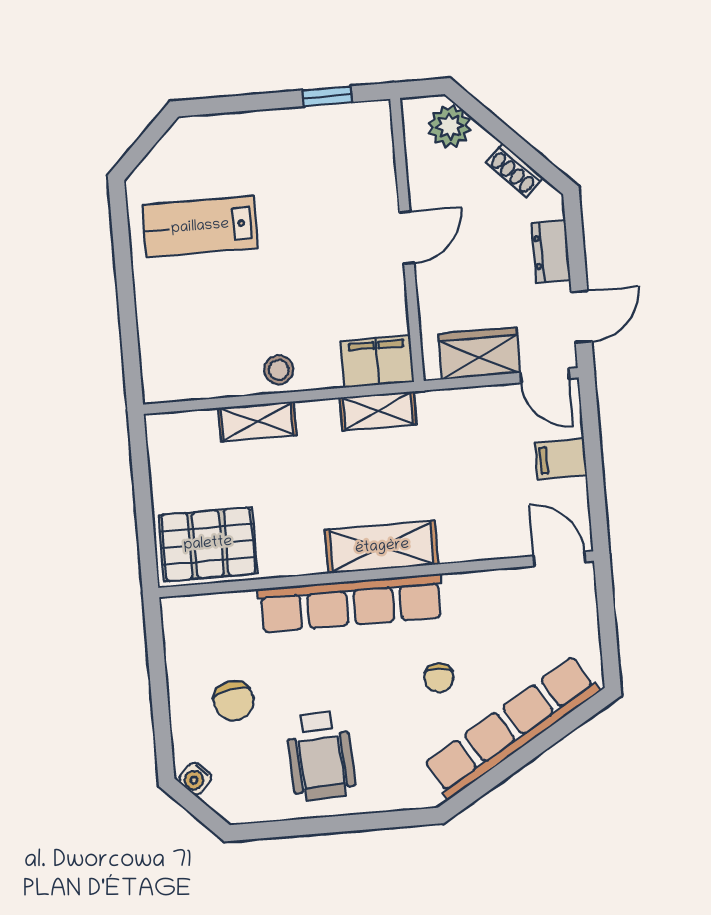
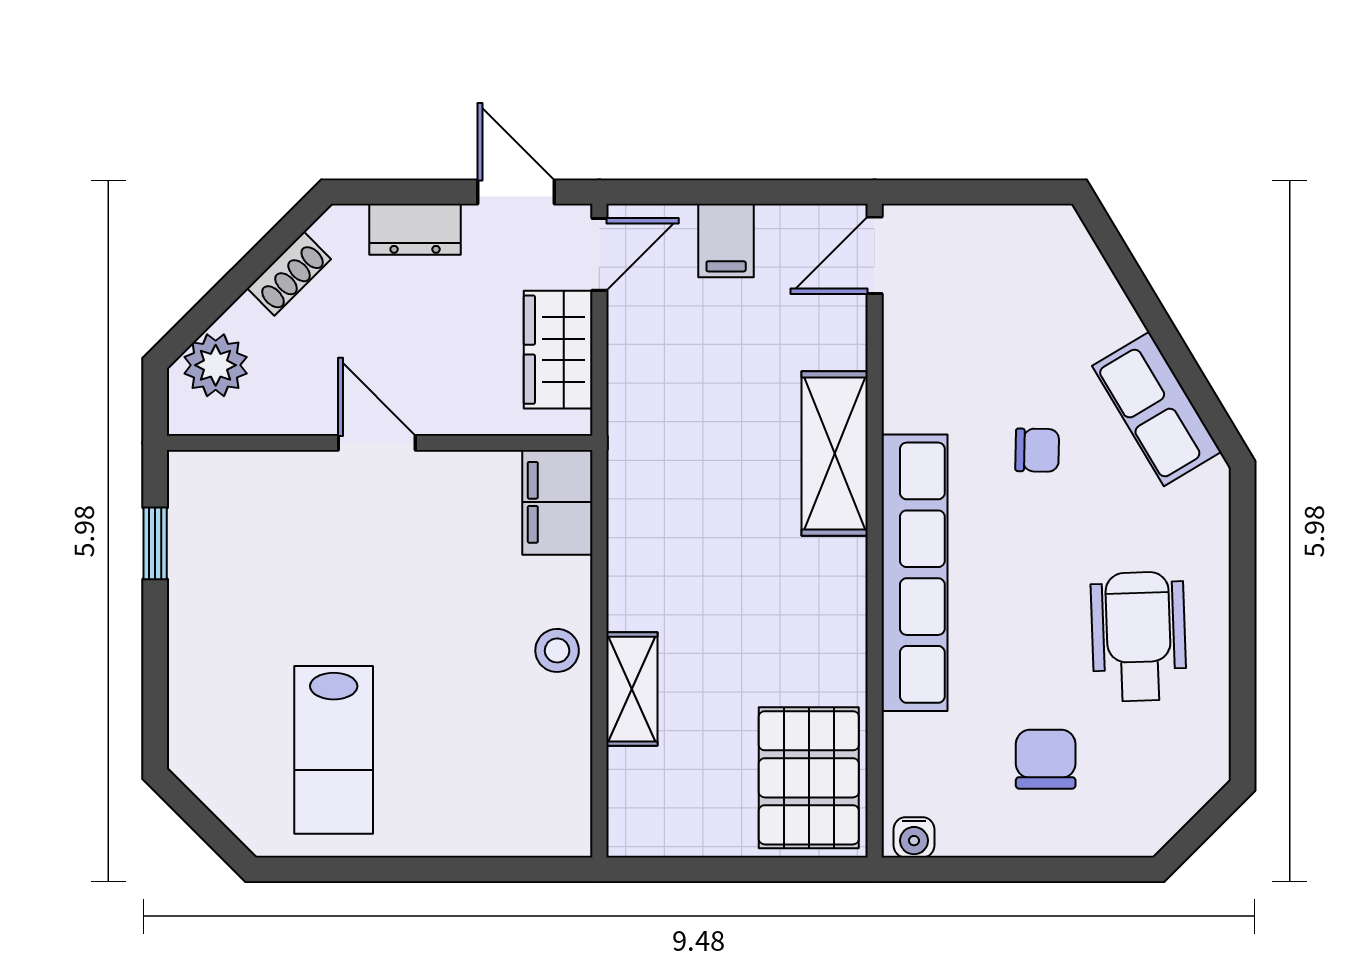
shelving: (378, 411) -> (631, 507), removed
shelving: (382, 547) -> (835, 453), moved
chair: (234, 701) -> (1046, 759), turned -79
row of seats: (512, 727) -> (1157, 409), width x0.50
wheelchair: (321, 756) -> (1139, 636), turned -89
water cooler: (195, 779) -> (914, 837), moved, turned 45

